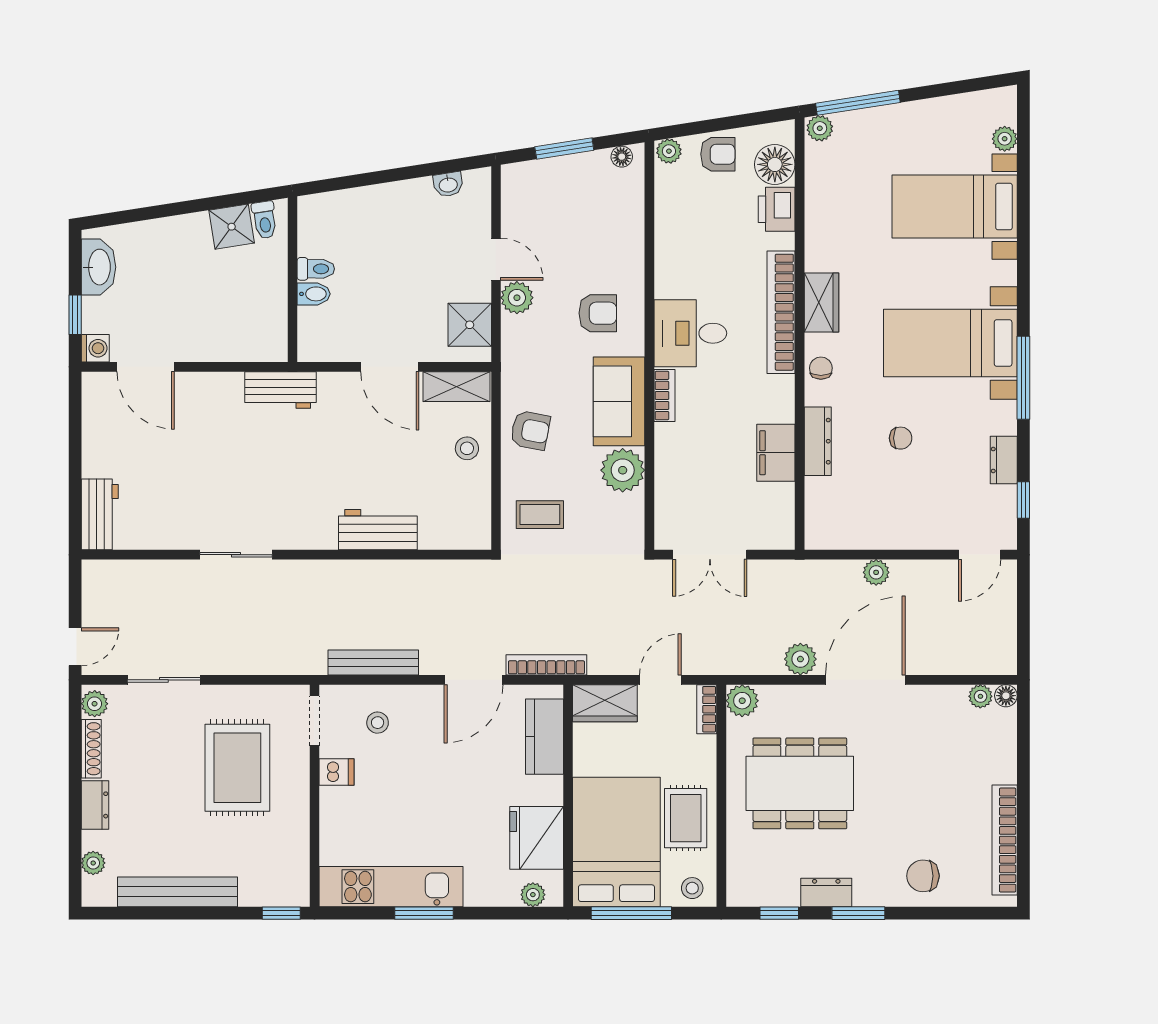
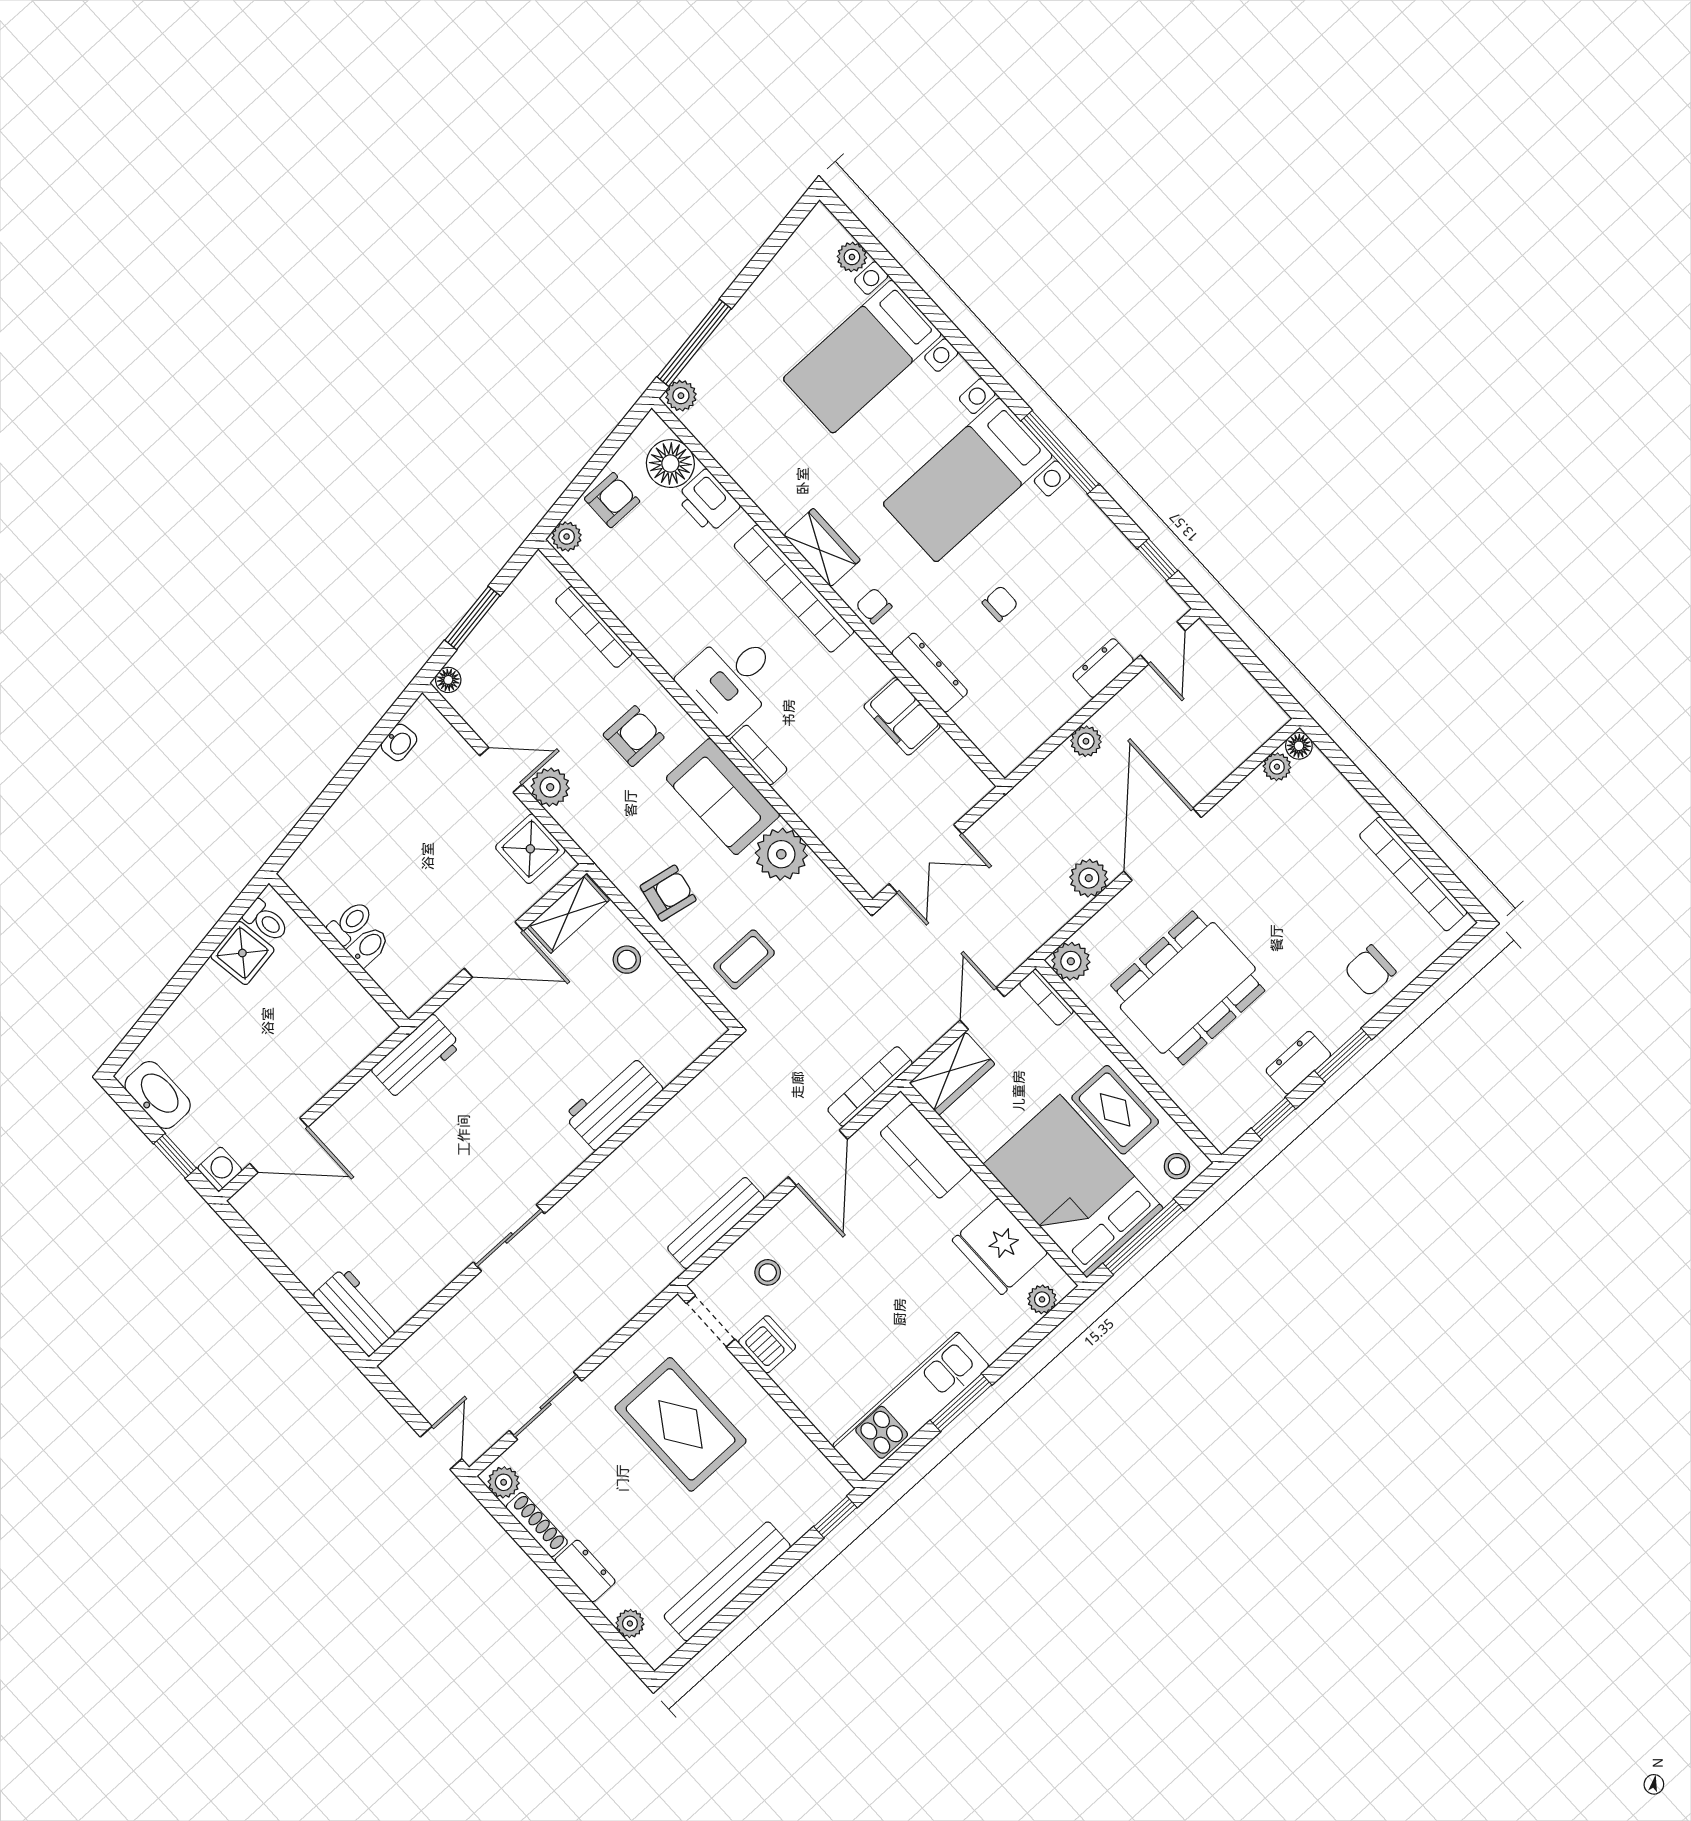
floor lamp: (622, 157) -> (448, 680), moved
bookcase: (635, 223) -> (594, 627), added
dresser: (1004, 460) -> (1103, 668), moved, turned 90
dishwasher: (337, 772) -> (767, 1344), width x1.38

